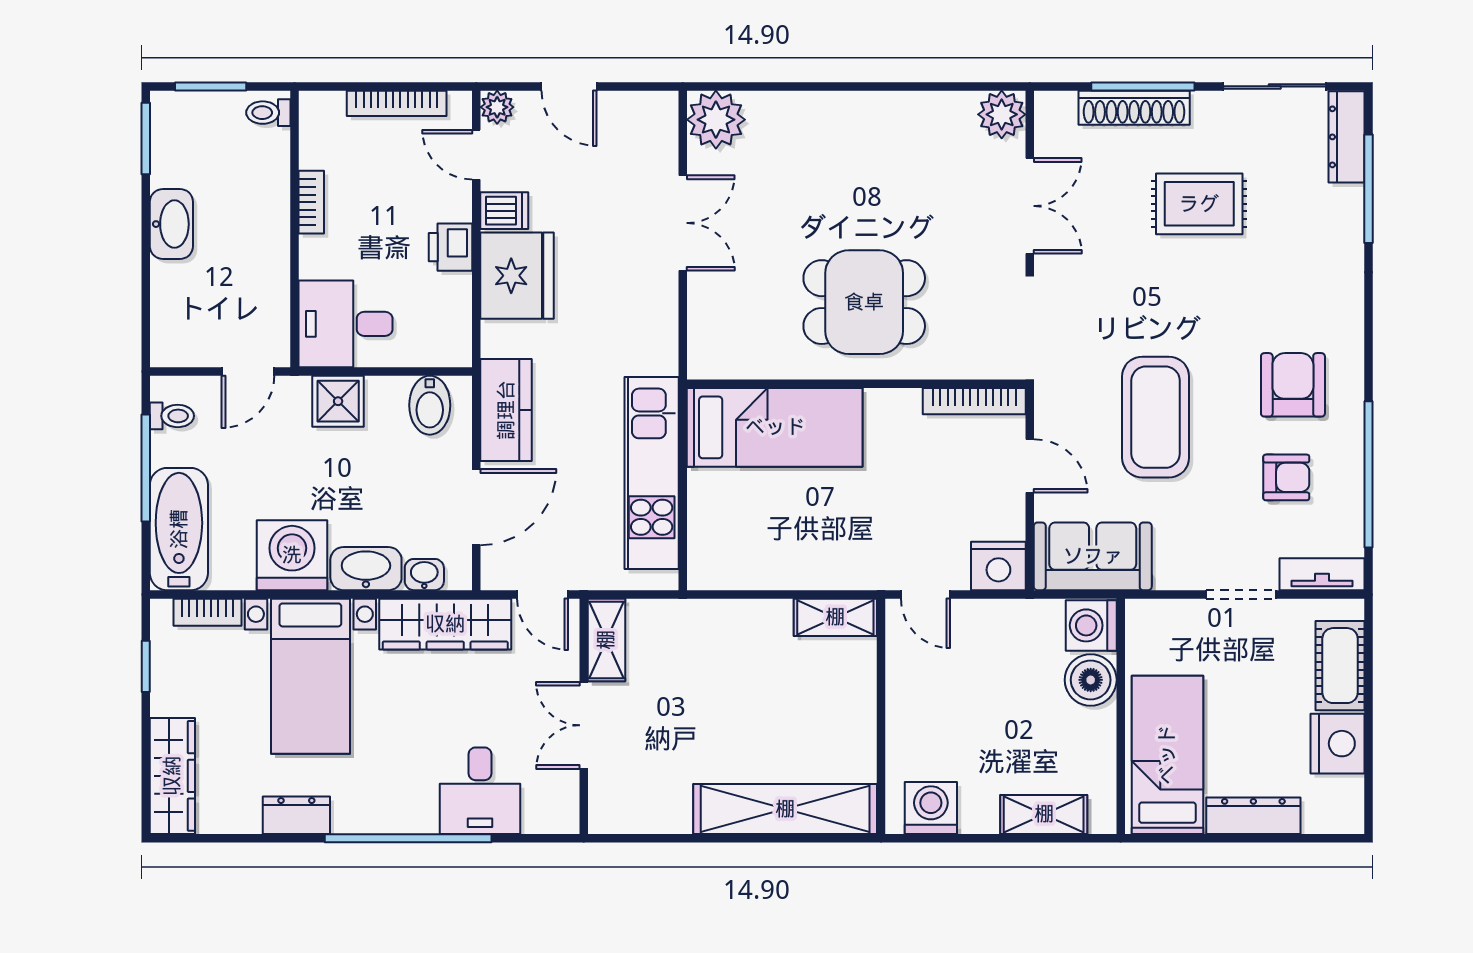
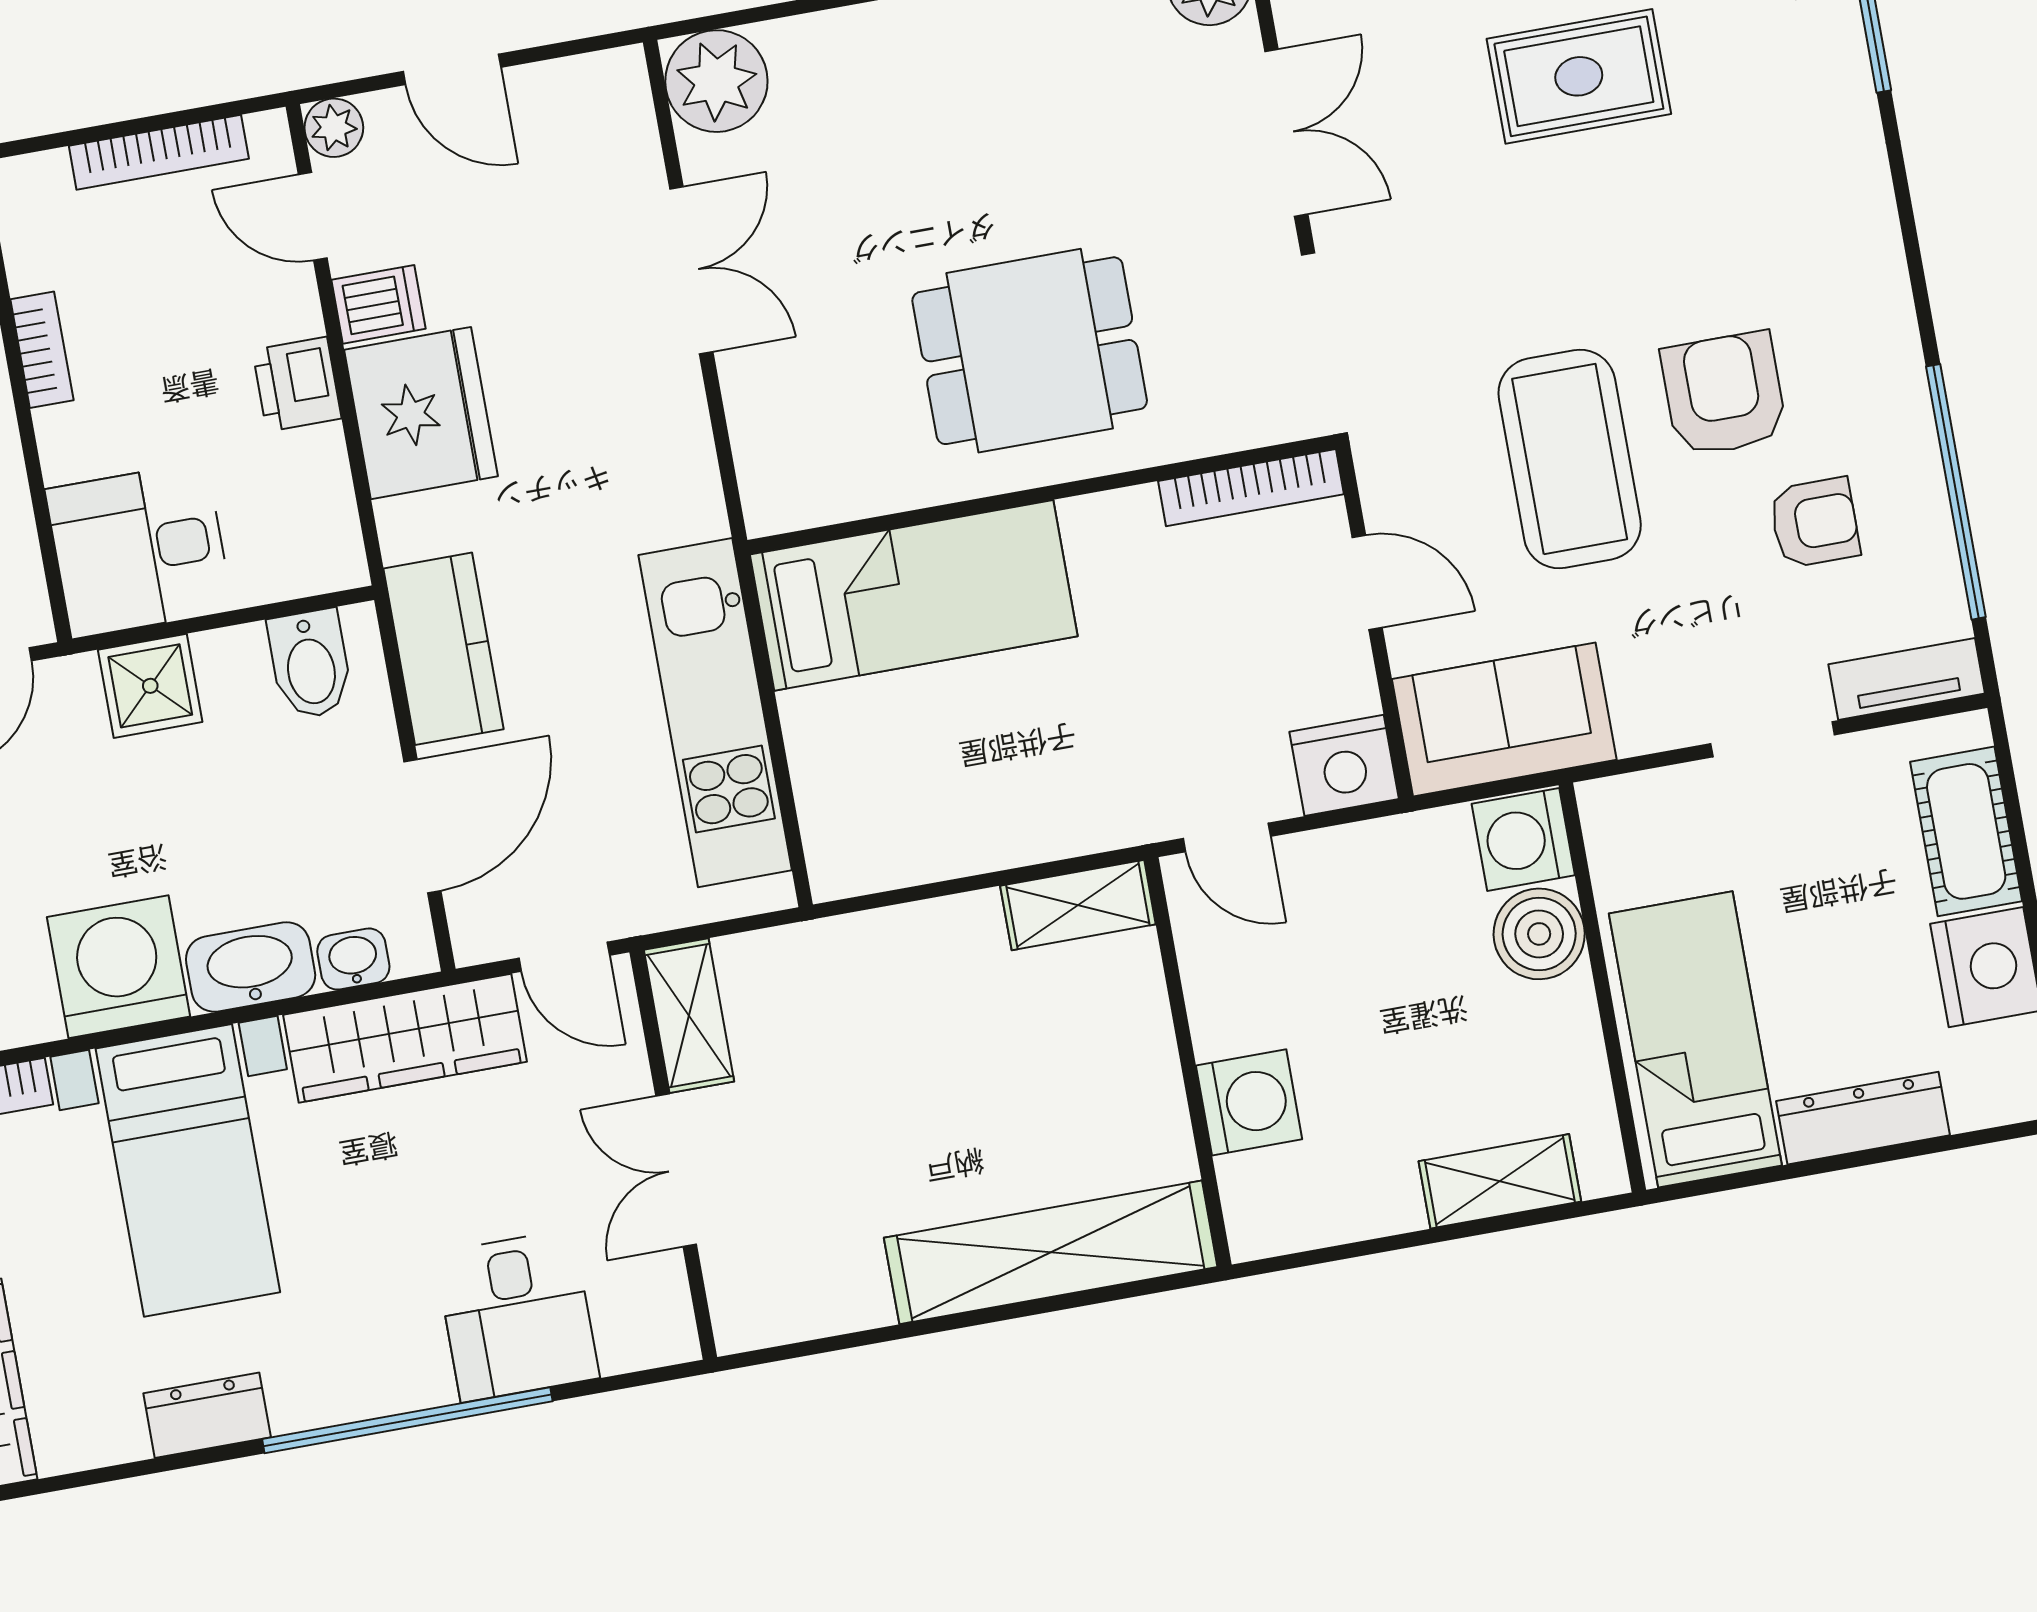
armchair: (1293, 385) -> (1724, 394), moved
washing machine: (931, 808) -> (1249, 1102), moved, turned 90

